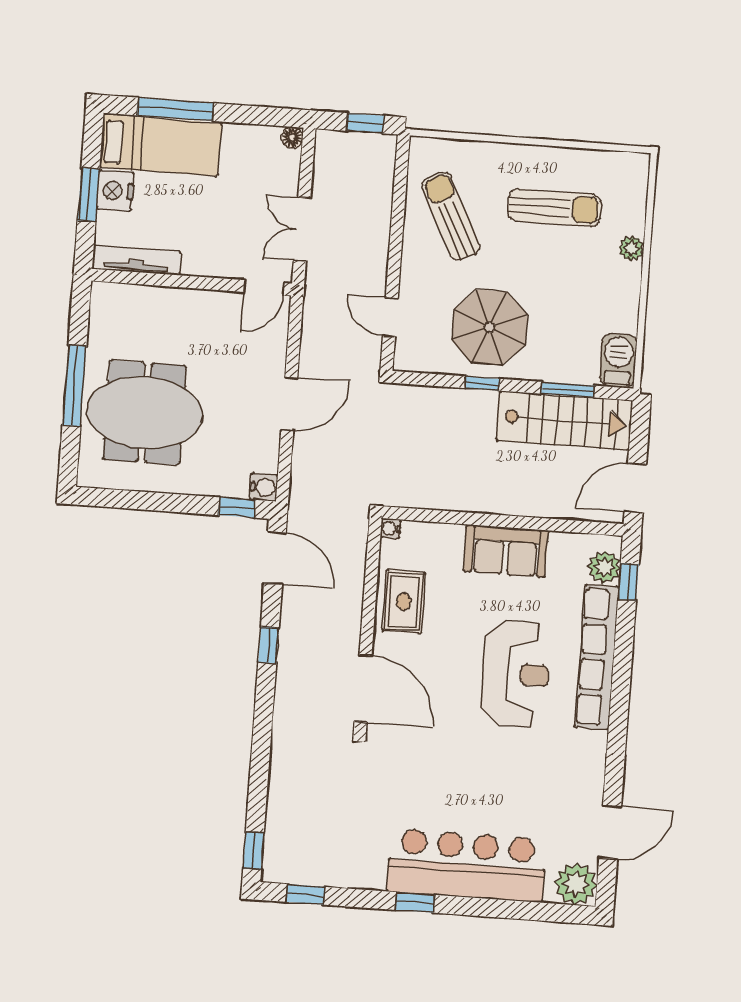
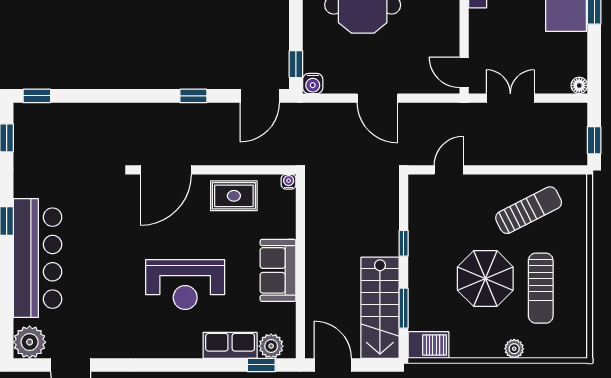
parasol: (489, 327) -> (485, 279), moved
row of seats: (597, 657) -> (230, 345), width x0.50

